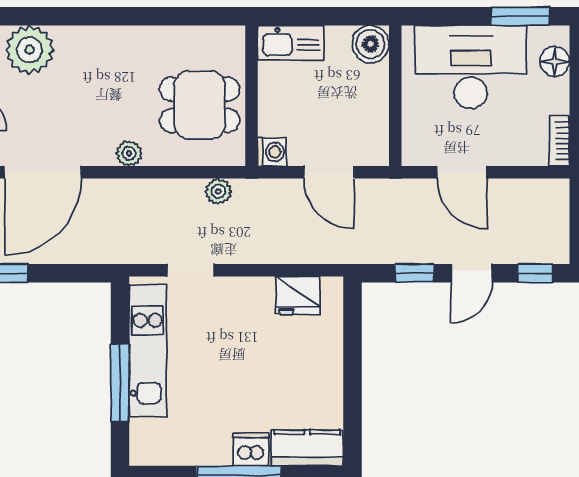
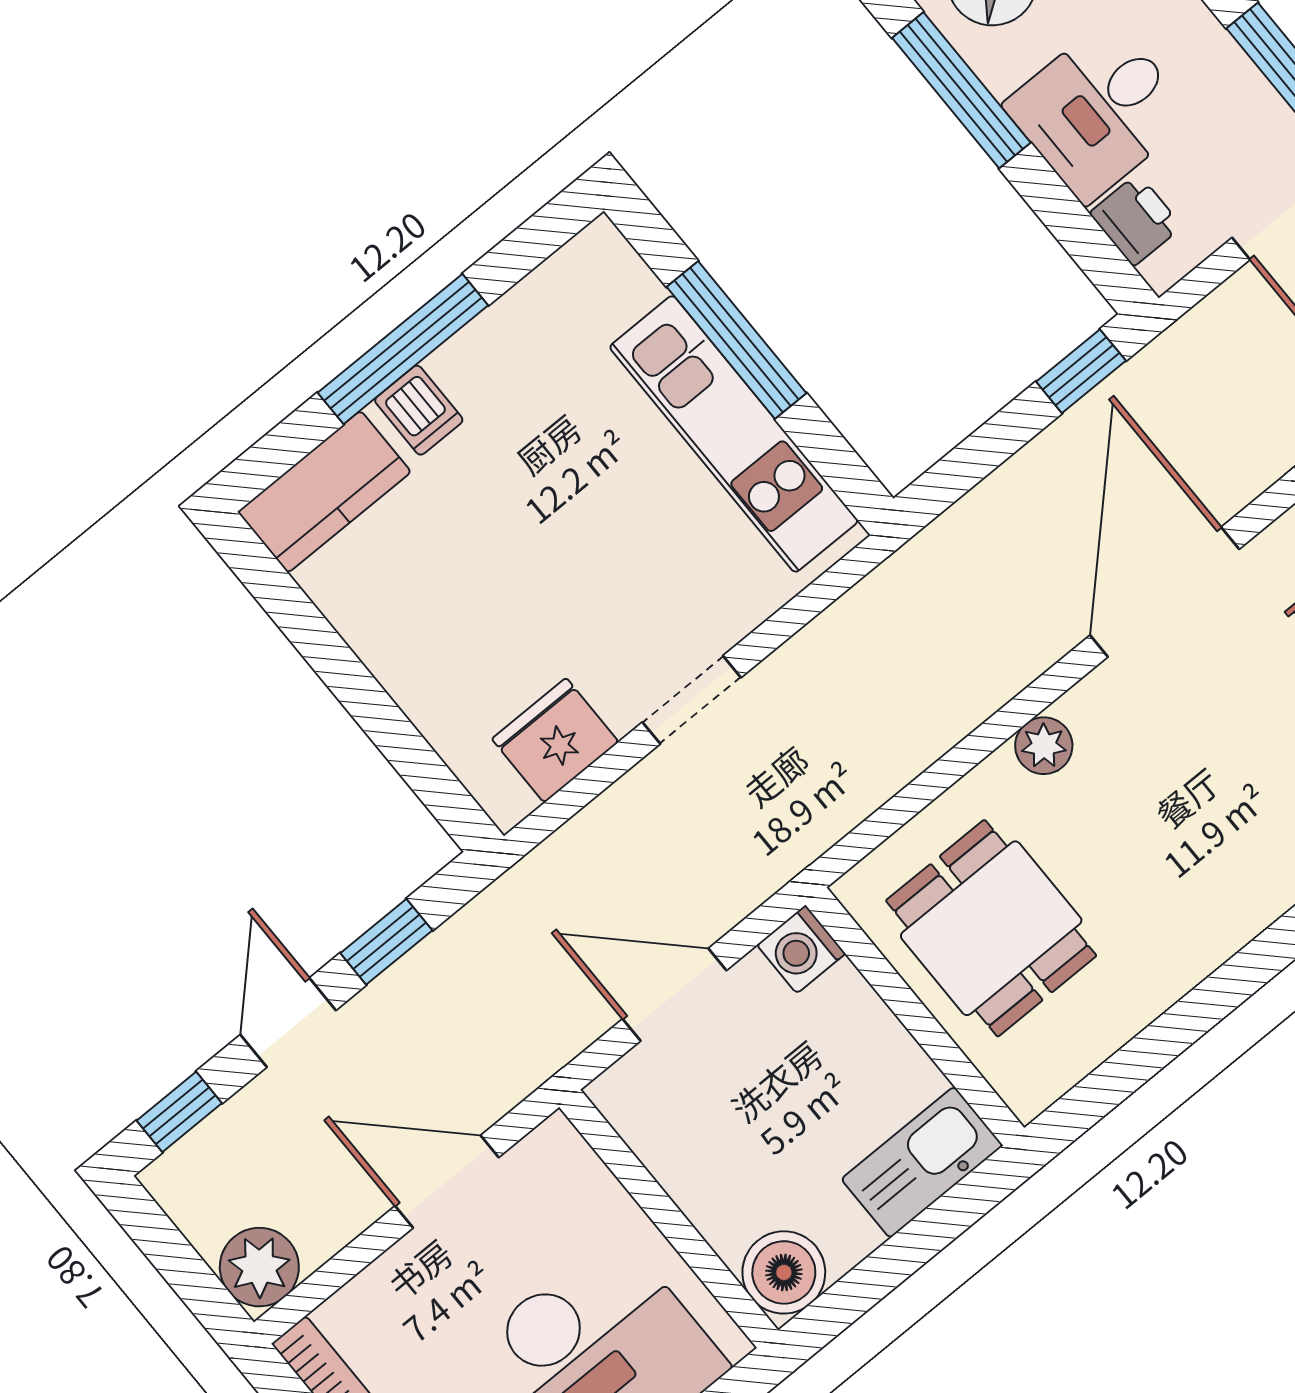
dining table: (200, 105) -> (991, 928), turned 90
plant: (218, 191) -> (259, 1267), moved, width x1.38, depth x1.38
doorway: (191, 270) -> (692, 700), moved
dishwasher: (251, 449) -> (419, 410), width x0.73

